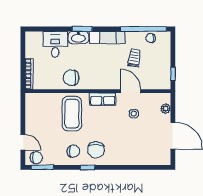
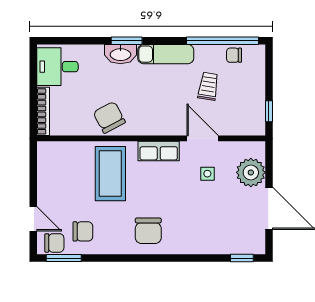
desk: (55, 44) -> (57, 67), moved, turned -90
chair: (71, 78) -> (109, 117), turned 62
plant: (166, 109) -> (251, 172), width x1.88, depth x1.88
chair: (73, 151) -> (83, 231), moved
window: (88, 167) -> (242, 258), moved

